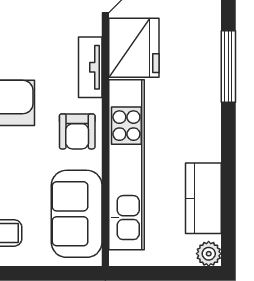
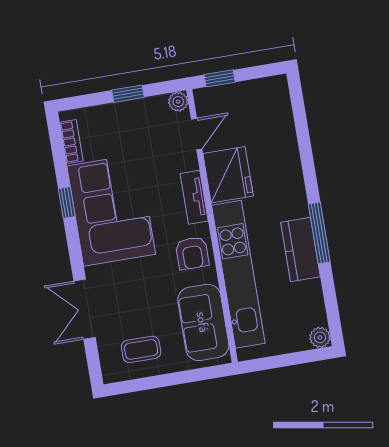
window: (228, 66) -> (319, 233), moved
kitchen counter: (203, 198) -> (301, 250), moved

